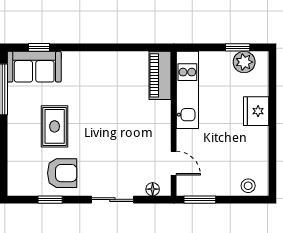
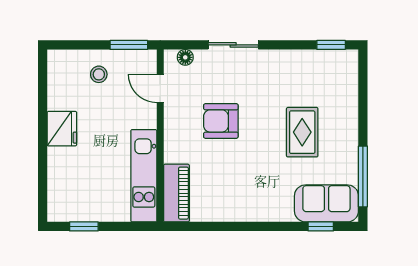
plant: (244, 62) -> (76, 209), removed
fridge: (256, 111) -> (62, 129), moved
armchair: (62, 173) -> (221, 121), moved
stool: (248, 186) -> (99, 74), moved
window: (50, 200) -> (331, 45), moved

